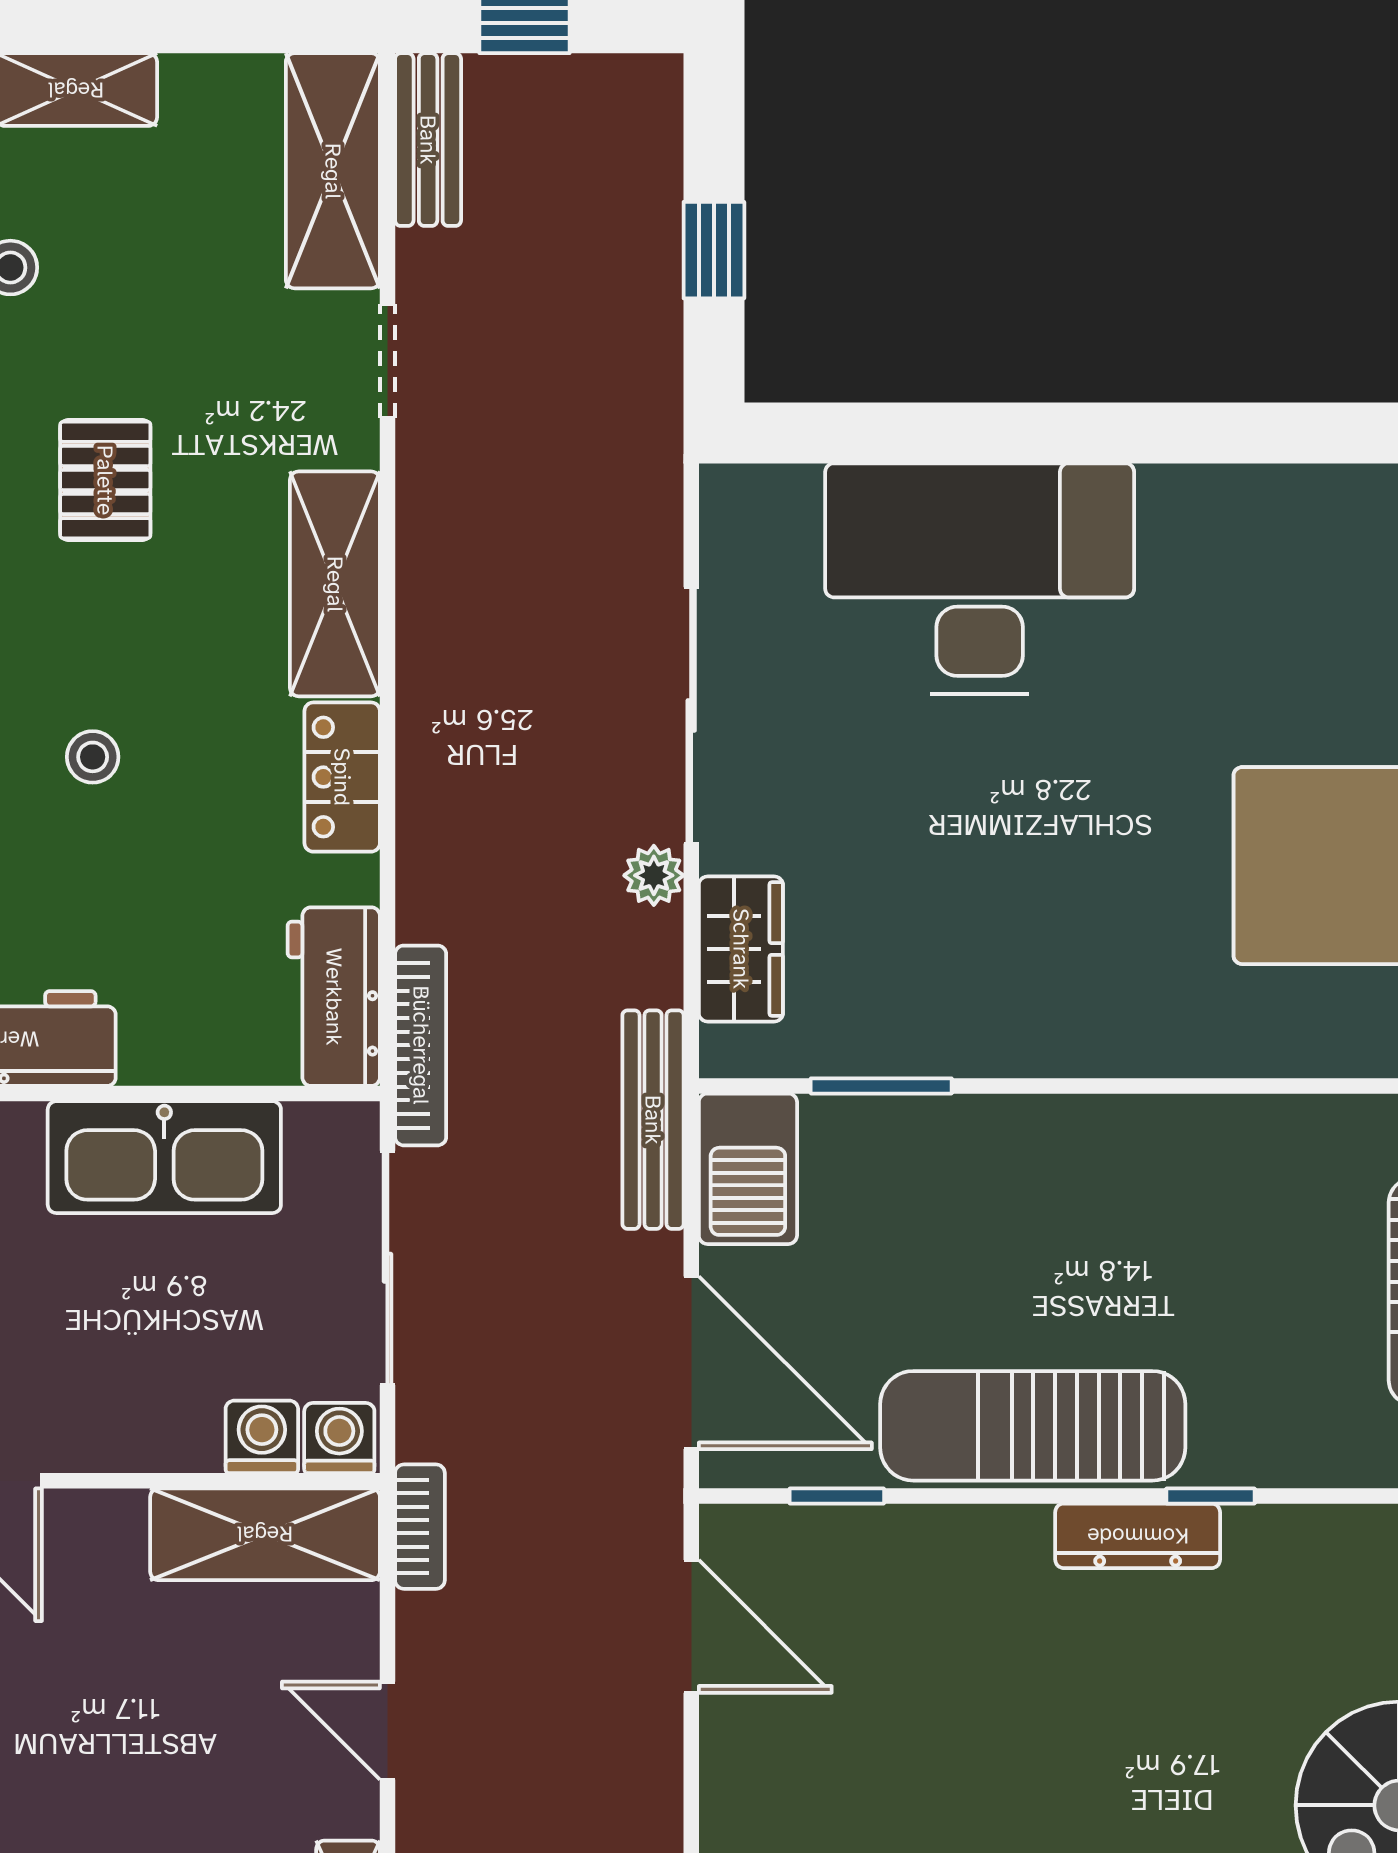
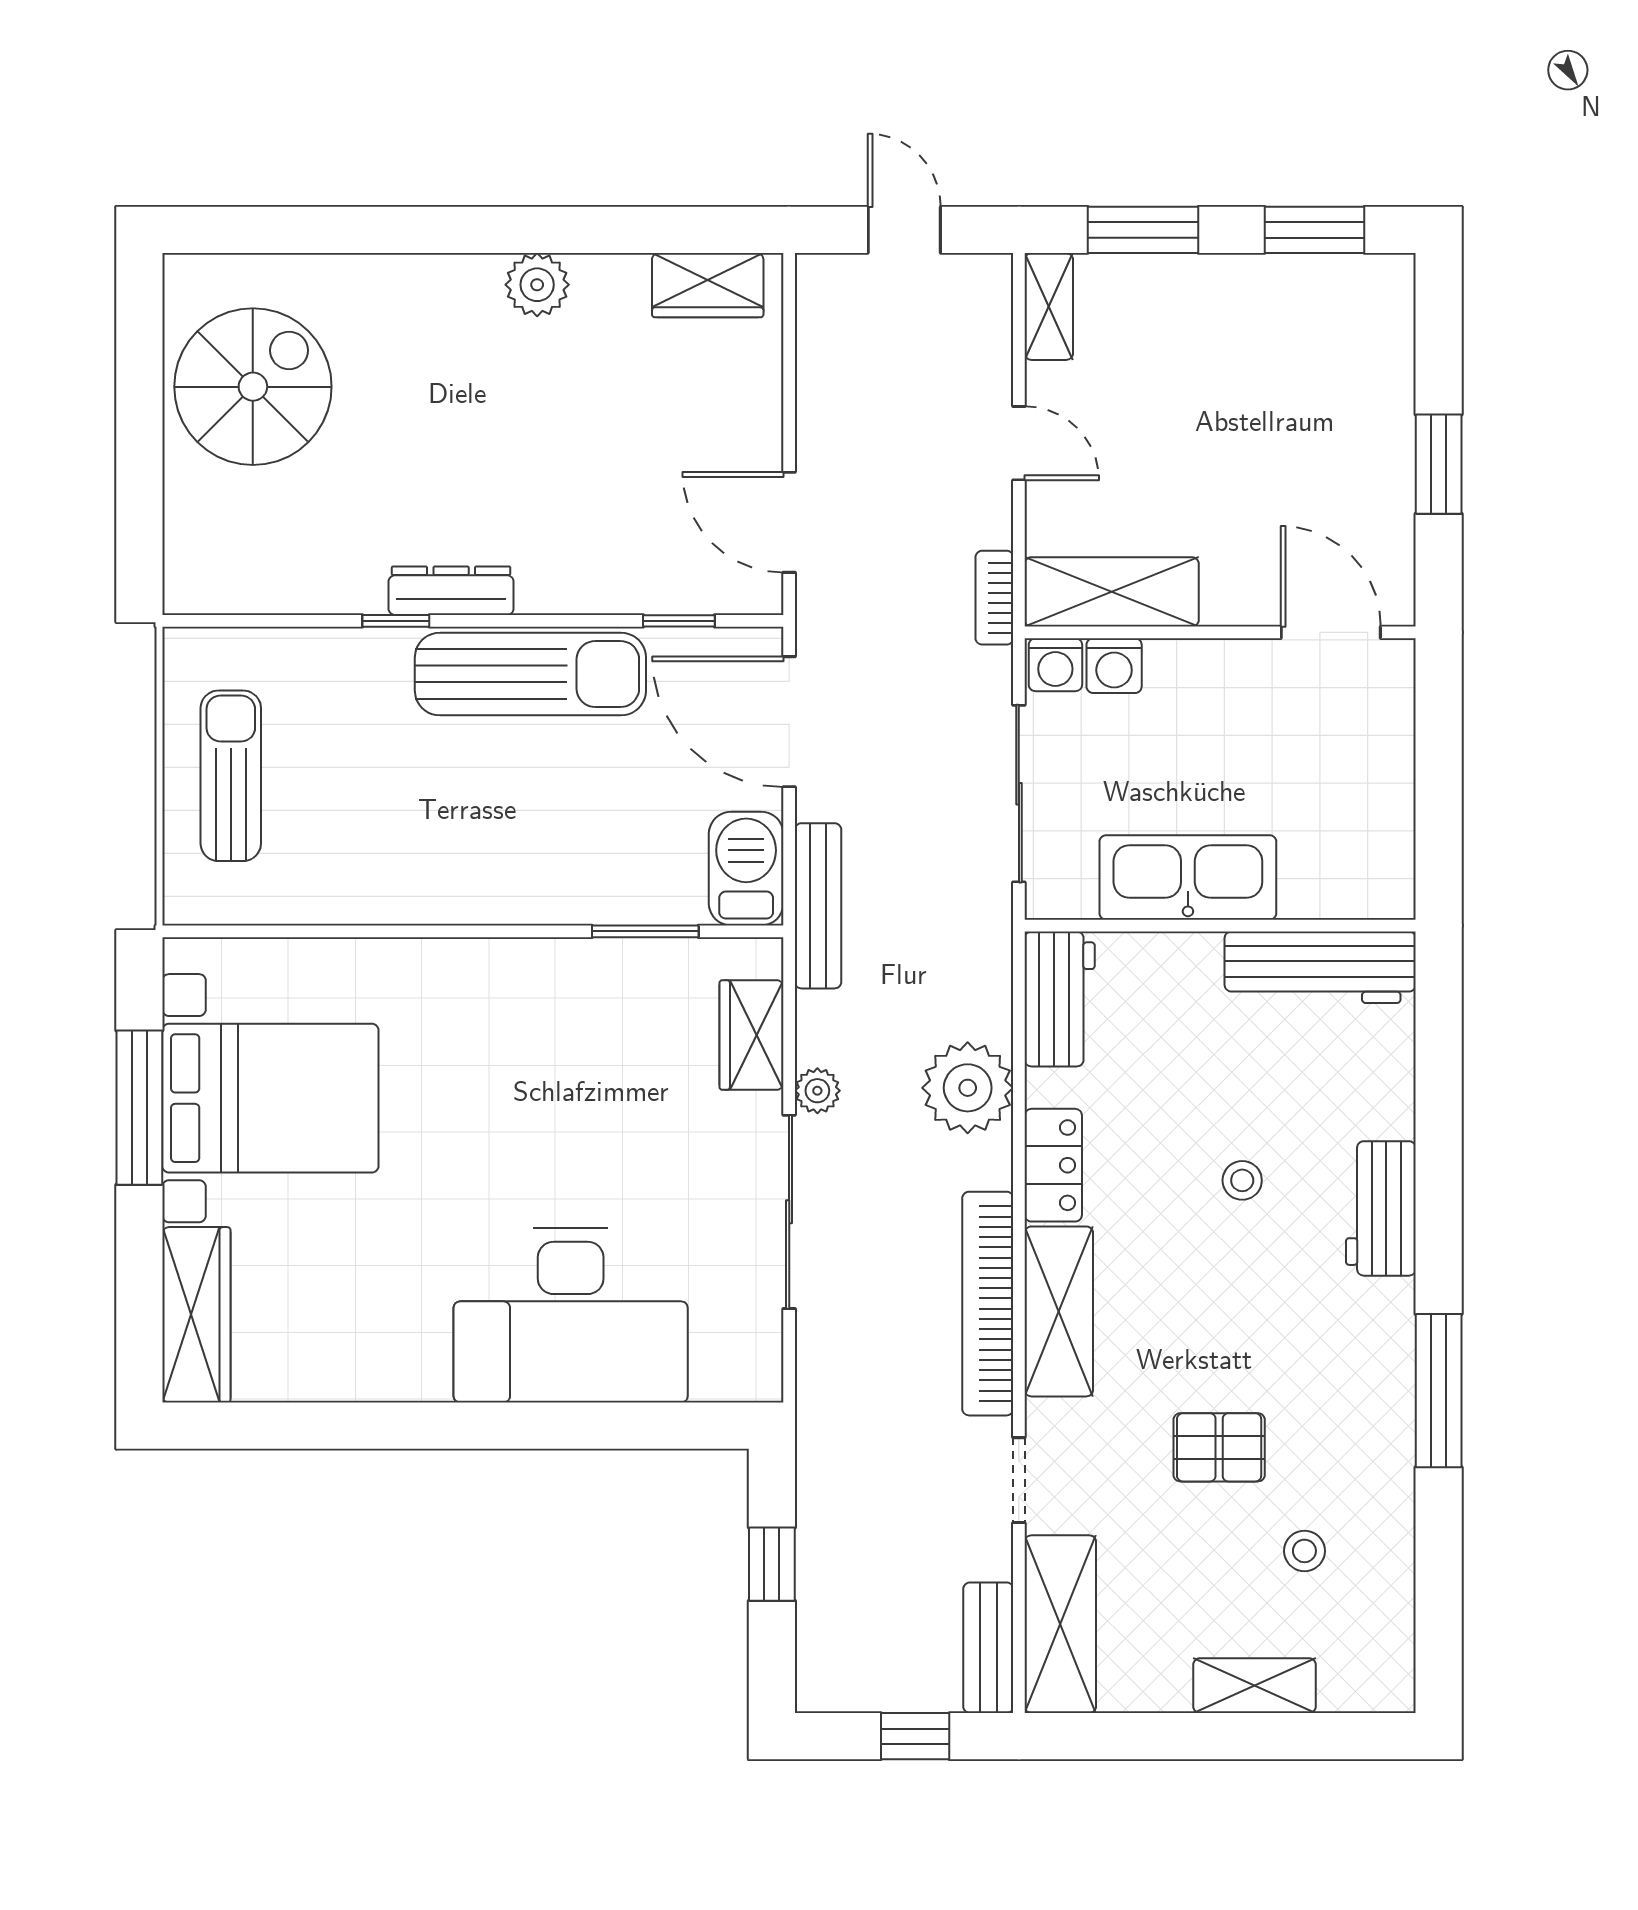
pallet: (105, 480) -> (1219, 1447), moved, turned 90
plant: (455, 879) -> (968, 1088), added
bookcase: (421, 1045) -> (988, 1304), moved, width x1.48, depth x1.31

